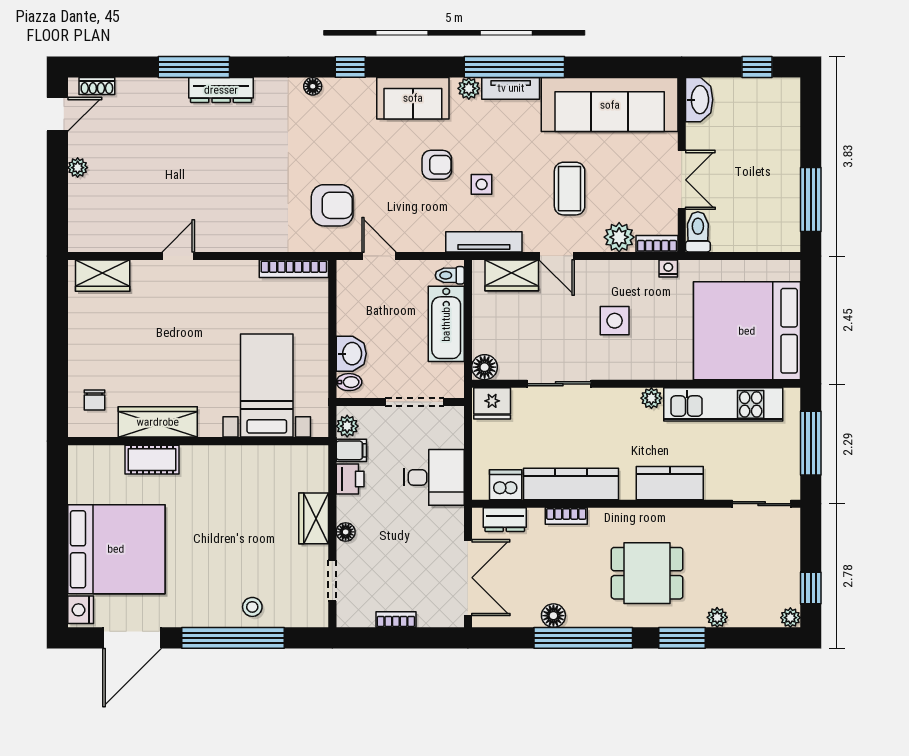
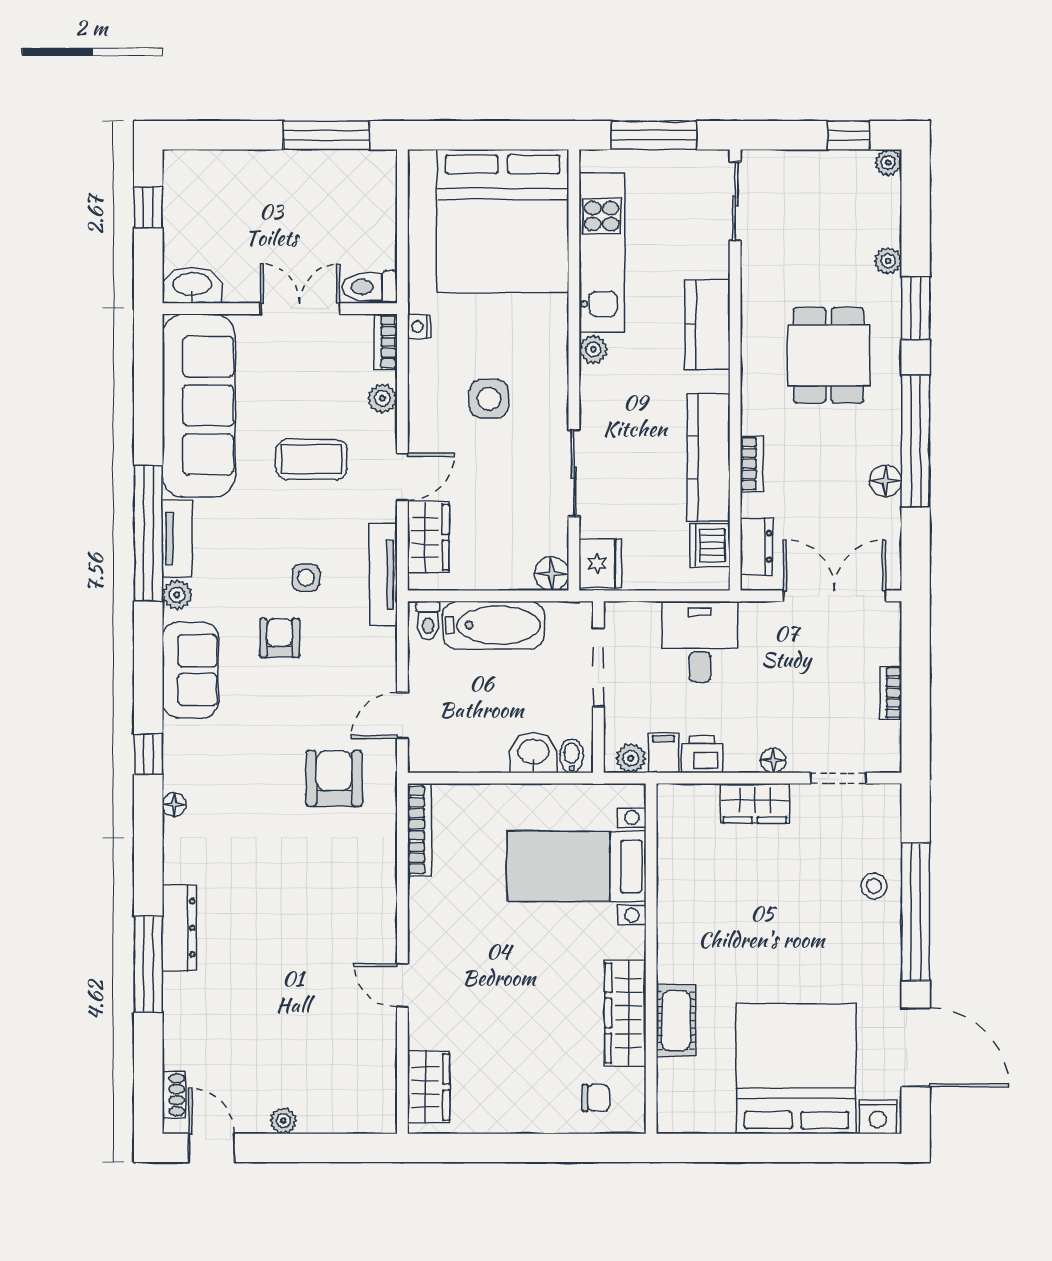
plant: (619, 237) -> (382, 398), width x0.73, depth x0.73

